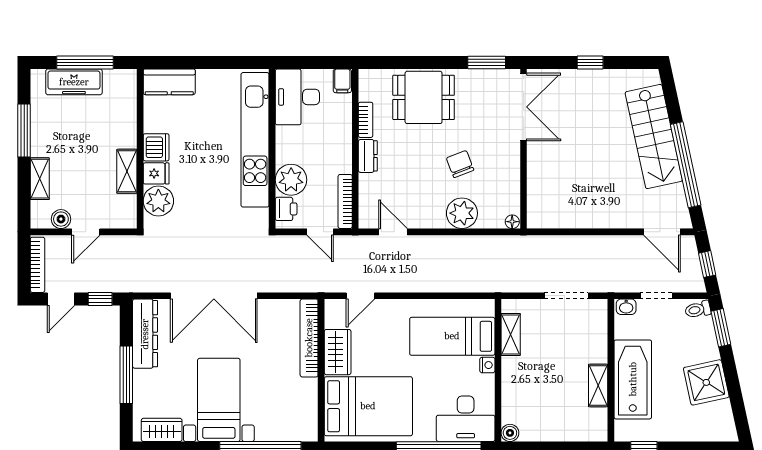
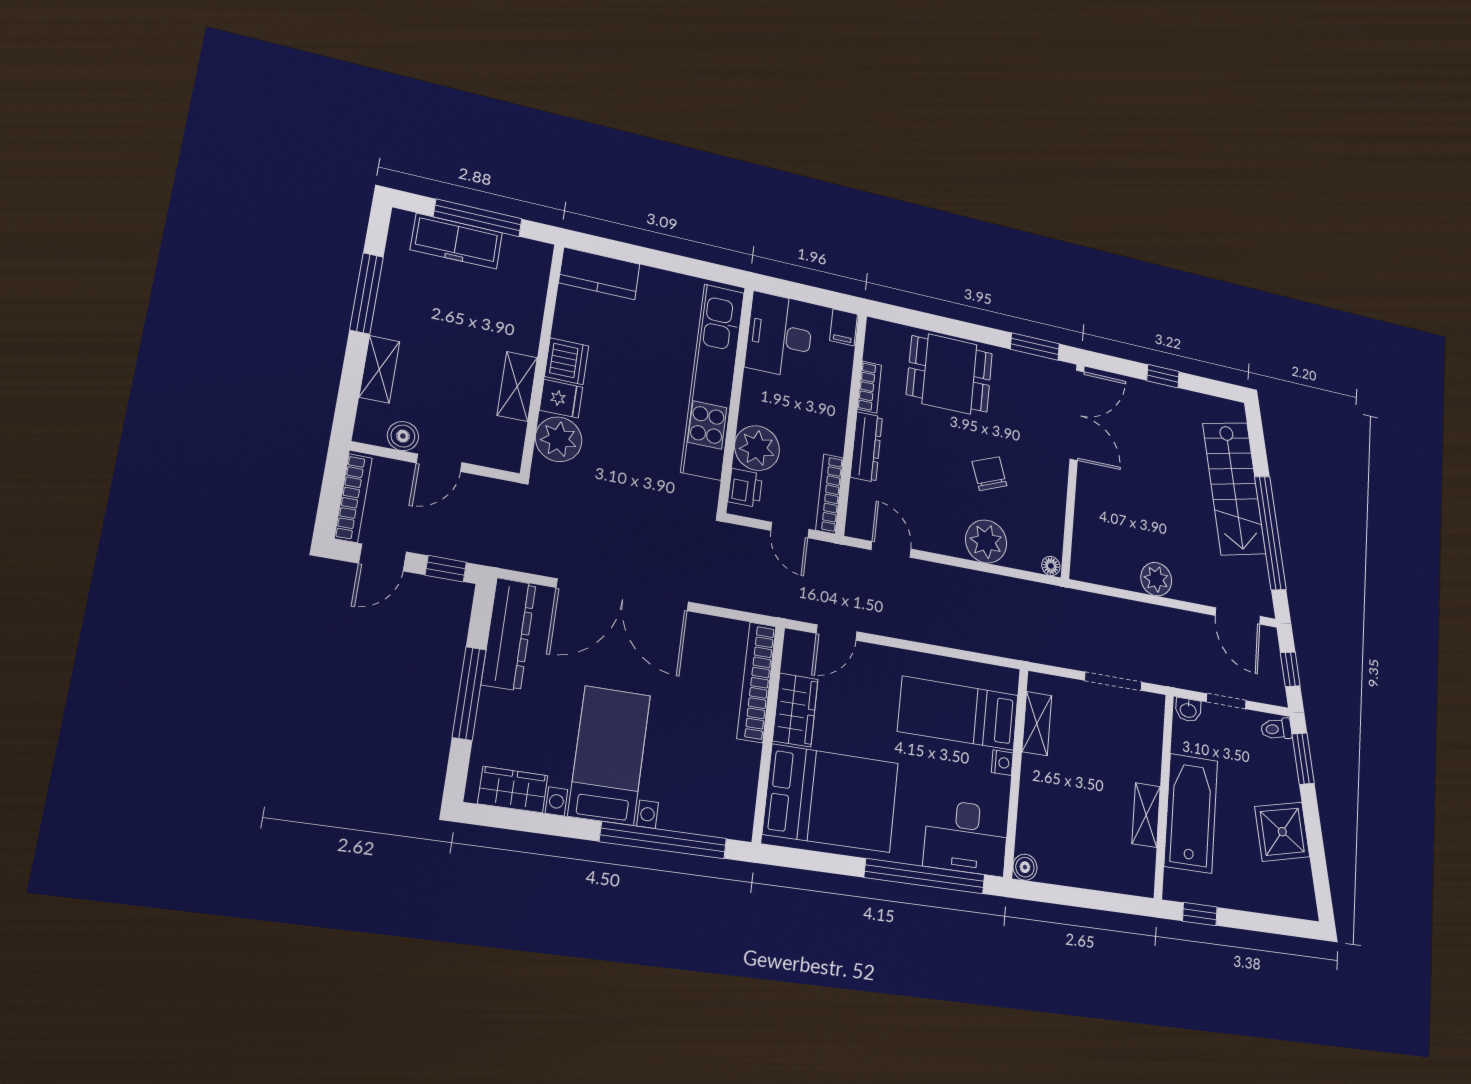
dresser: (368, 156) -> (866, 447), width x1.44
plant: (595, 216) -> (1156, 579), added

